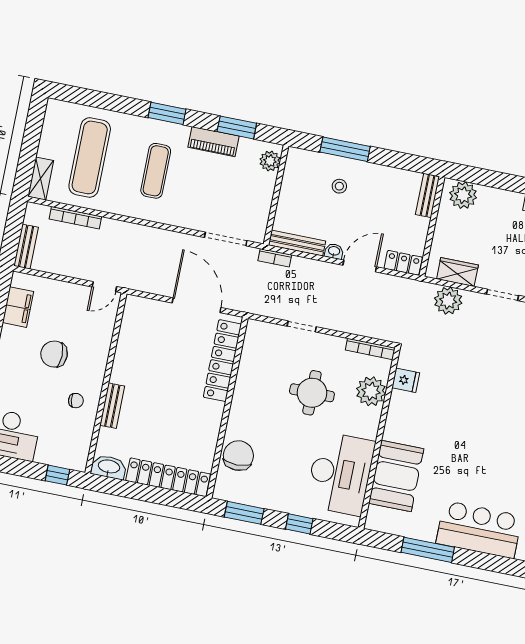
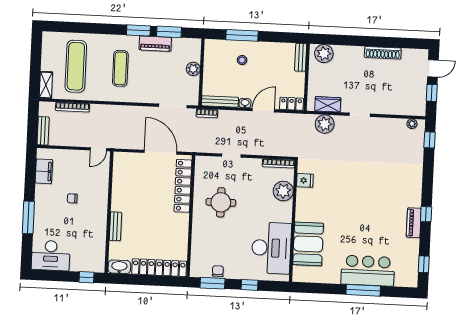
window: (167, 113) -> (138, 30), moved
plant: (270, 161) -> (193, 69), moved
chair: (54, 354) -> (72, 198), width x0.54, depth x0.54
round table: (312, 393) -> (221, 202), moved
chair: (76, 401) -> (91, 227), removed
chair: (238, 456) -> (218, 271), moved, width x0.54, depth x0.54
window: (428, 550) -> (363, 290), moved

